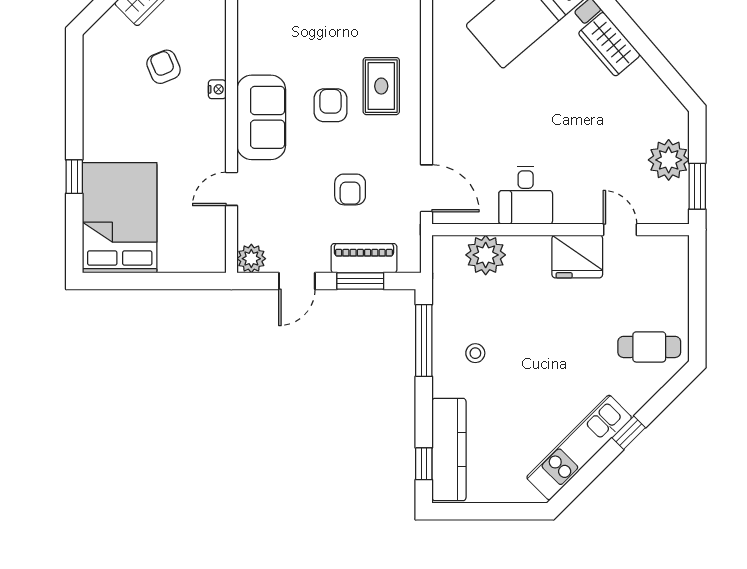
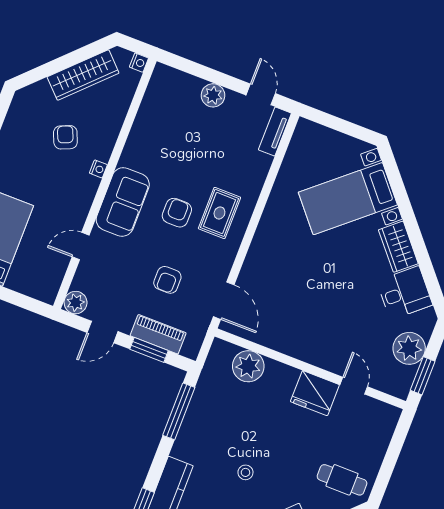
desk: (526, 195) -> (405, 293), moved, turned -131
stool: (475, 353) -> (245, 472), moved

